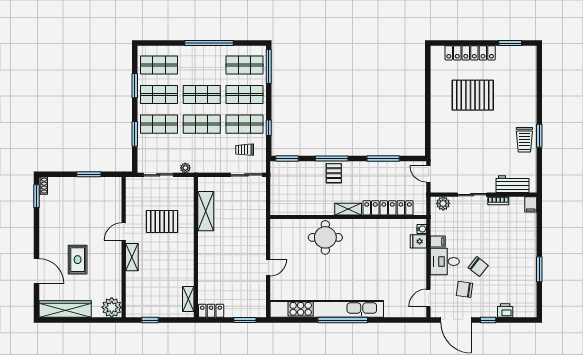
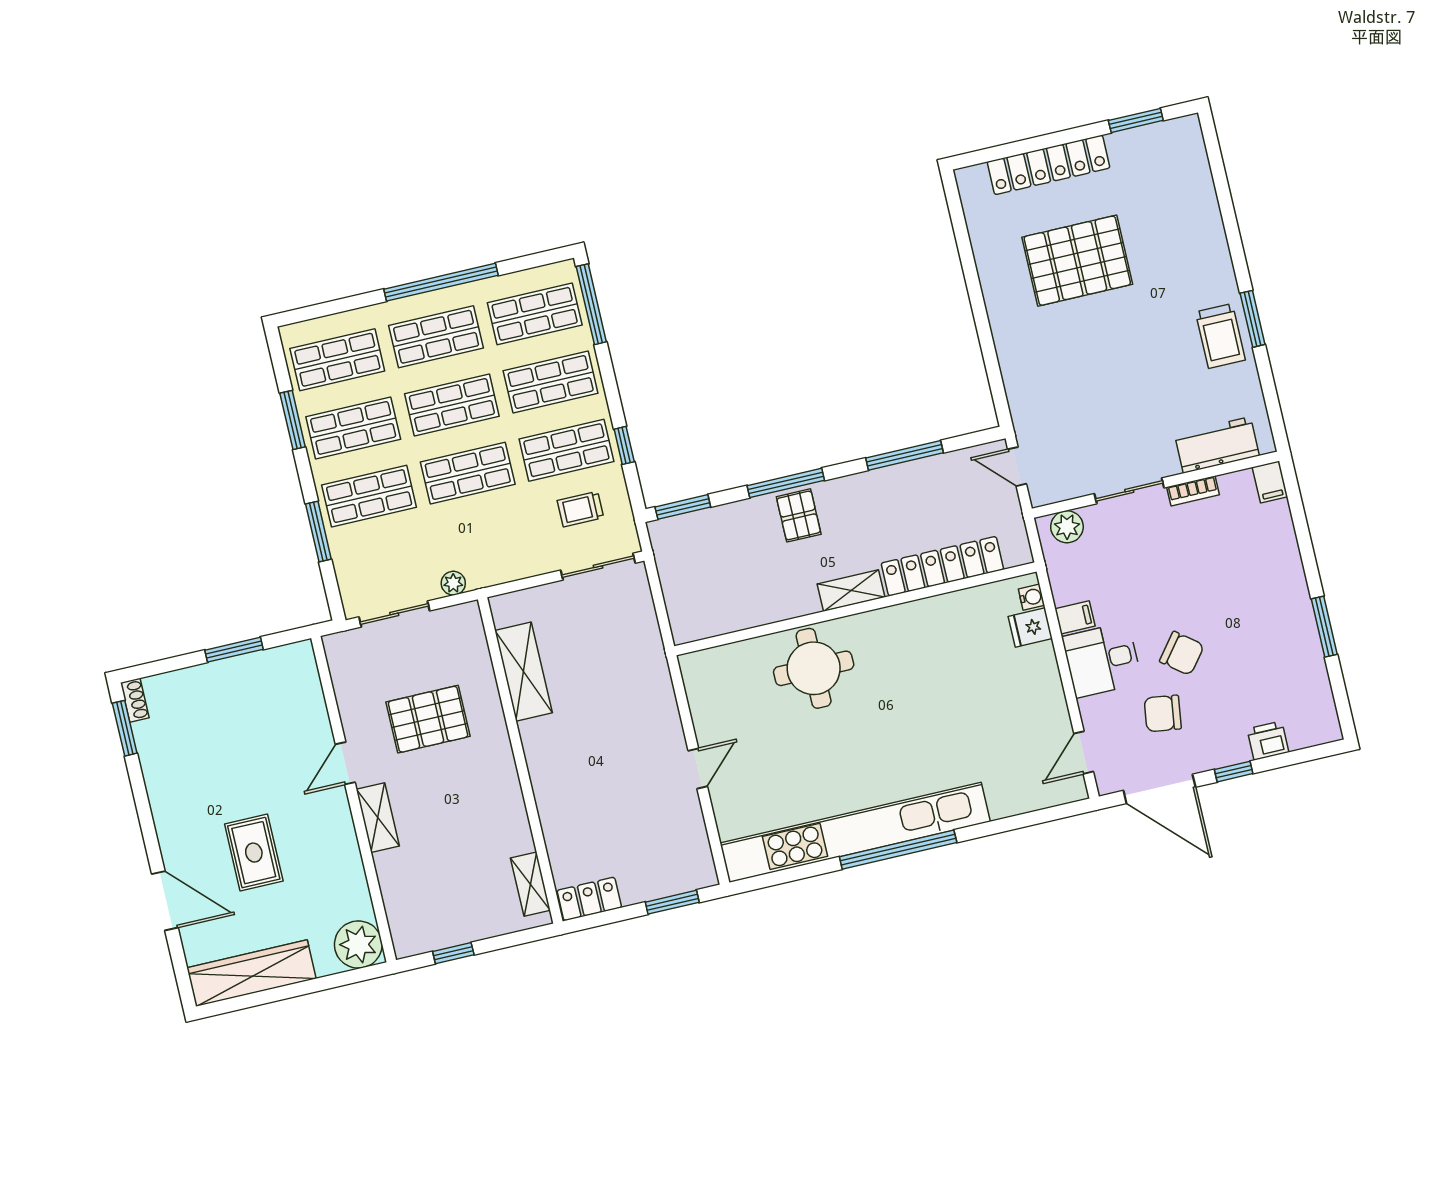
shop shelf: (202, 65) -> (436, 337), added

